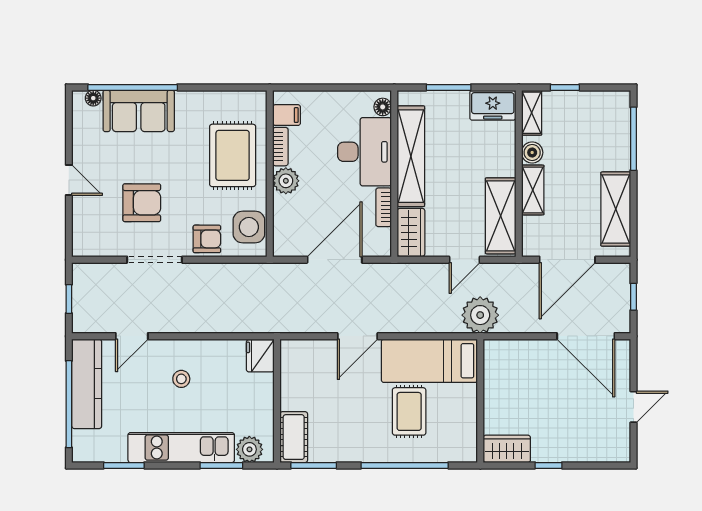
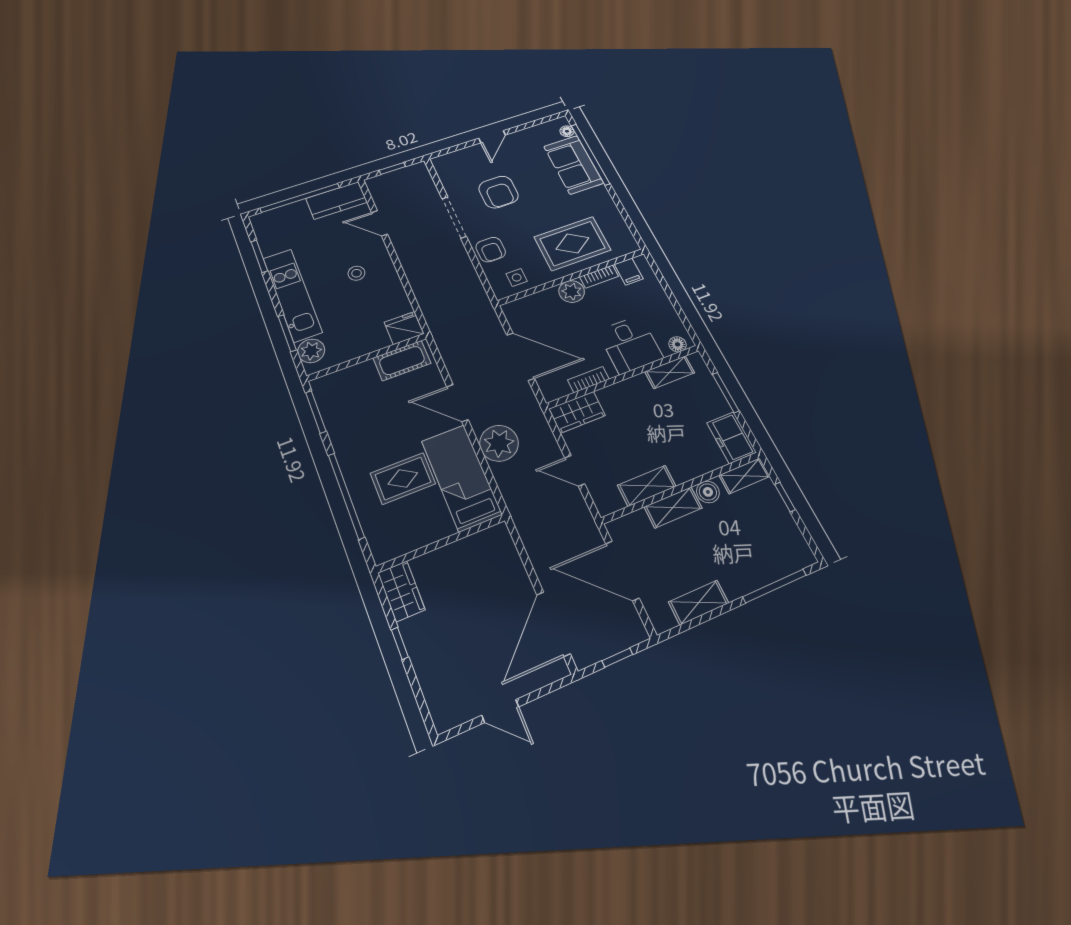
desk: (364, 152) -> (630, 345), width x0.73
shelving: (411, 156) -> (670, 372), width x0.45, depth x0.75
shelving: (616, 209) -> (699, 602), width x0.67, depth x0.75
shelving: (501, 216) -> (647, 486), width x0.67, depth x0.75
side table: (249, 227) -> (517, 278), width x0.54, depth x0.54
plant: (480, 315) -> (499, 443), moved
kitchen counter: (87, 384) -> (337, 200), width x0.67
cot: (294, 437) -> (402, 361), moved

